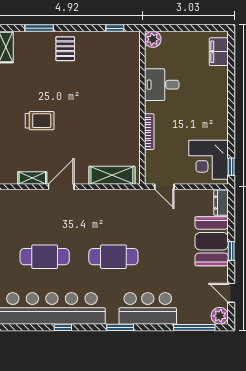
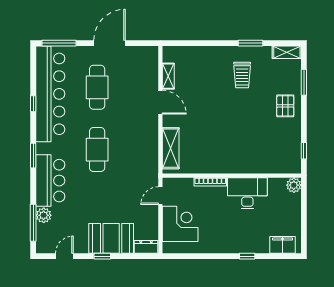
pallet: (65, 49) -> (285, 106), turned 90
desk: (162, 85) -> (247, 193), width x1.37
trolley: (40, 121) -> (242, 75), moved
corner desk: (209, 160) -> (180, 224), moved, turned 90
window: (231, 167) -> (247, 256), moved
plant: (220, 316) -> (44, 215), moved

